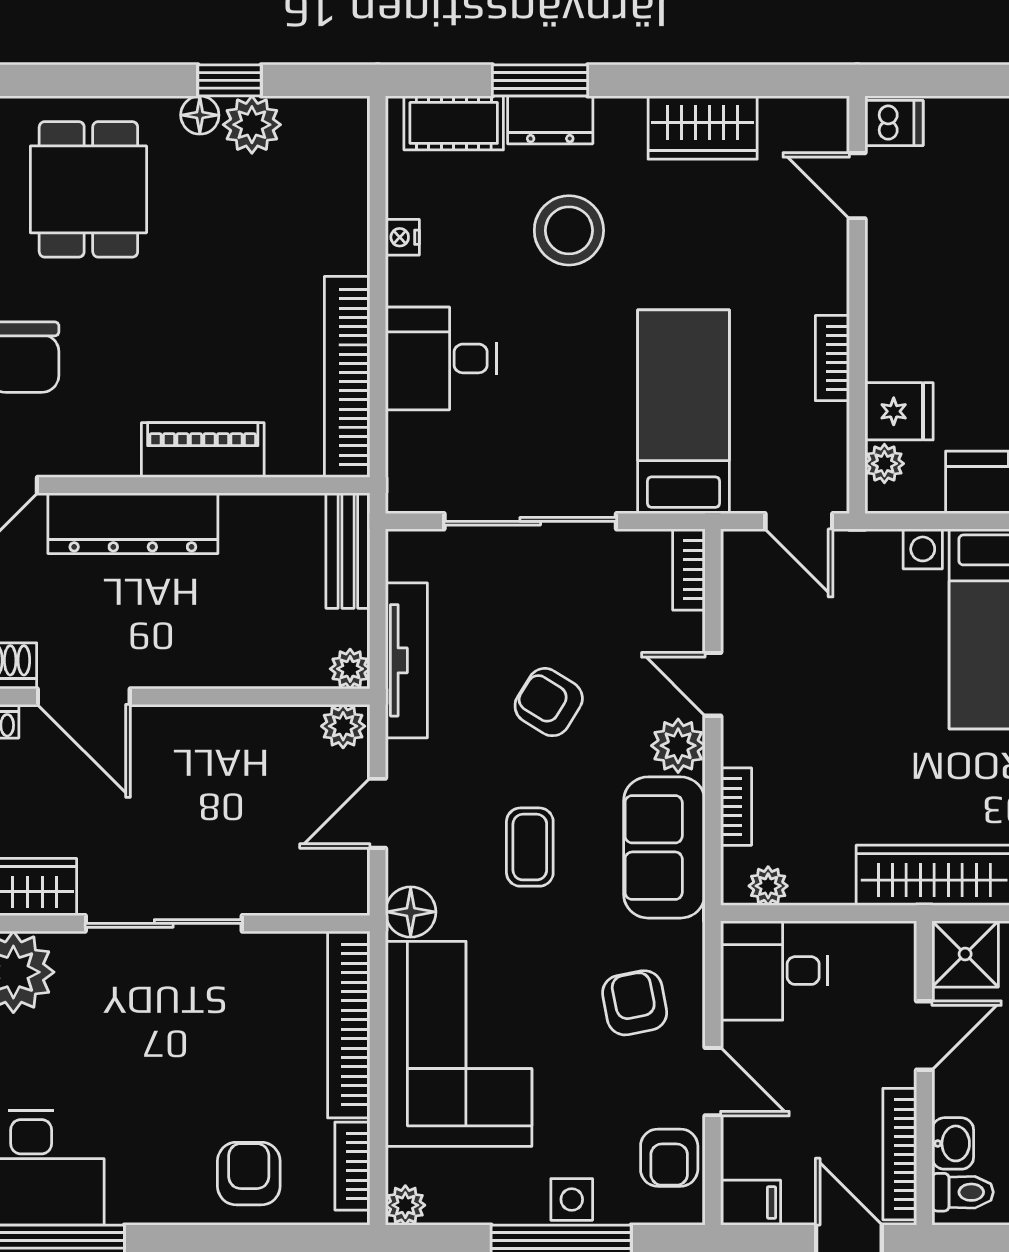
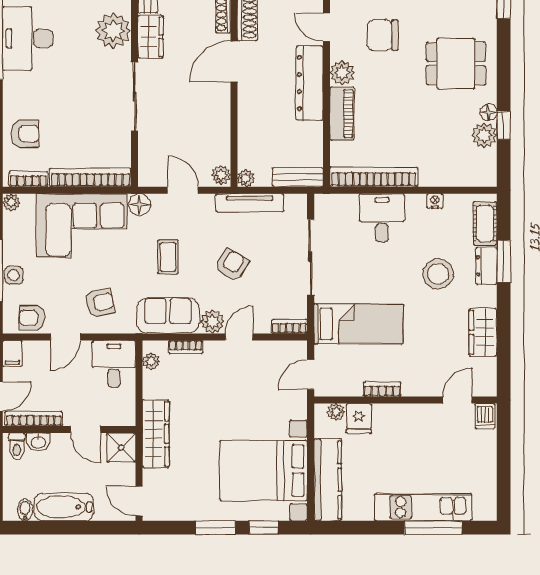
plant: (109, 449) -> (342, 73), added
coffee table: (530, 847) -> (168, 257), turned 90

